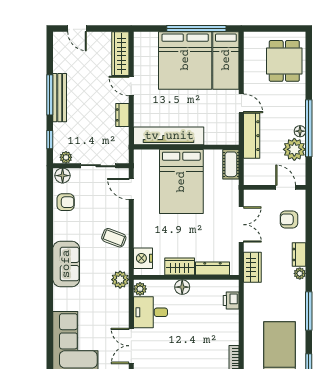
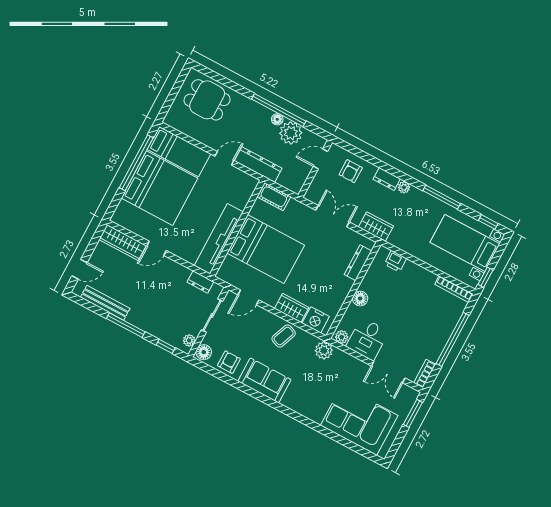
bench: (60, 98) -> (105, 303), moved
dresser: (122, 115) -> (200, 282), moved
sofa: (66, 264) -> (264, 380), moved
wardrobe: (180, 266) -> (292, 308), moved, turned 90

